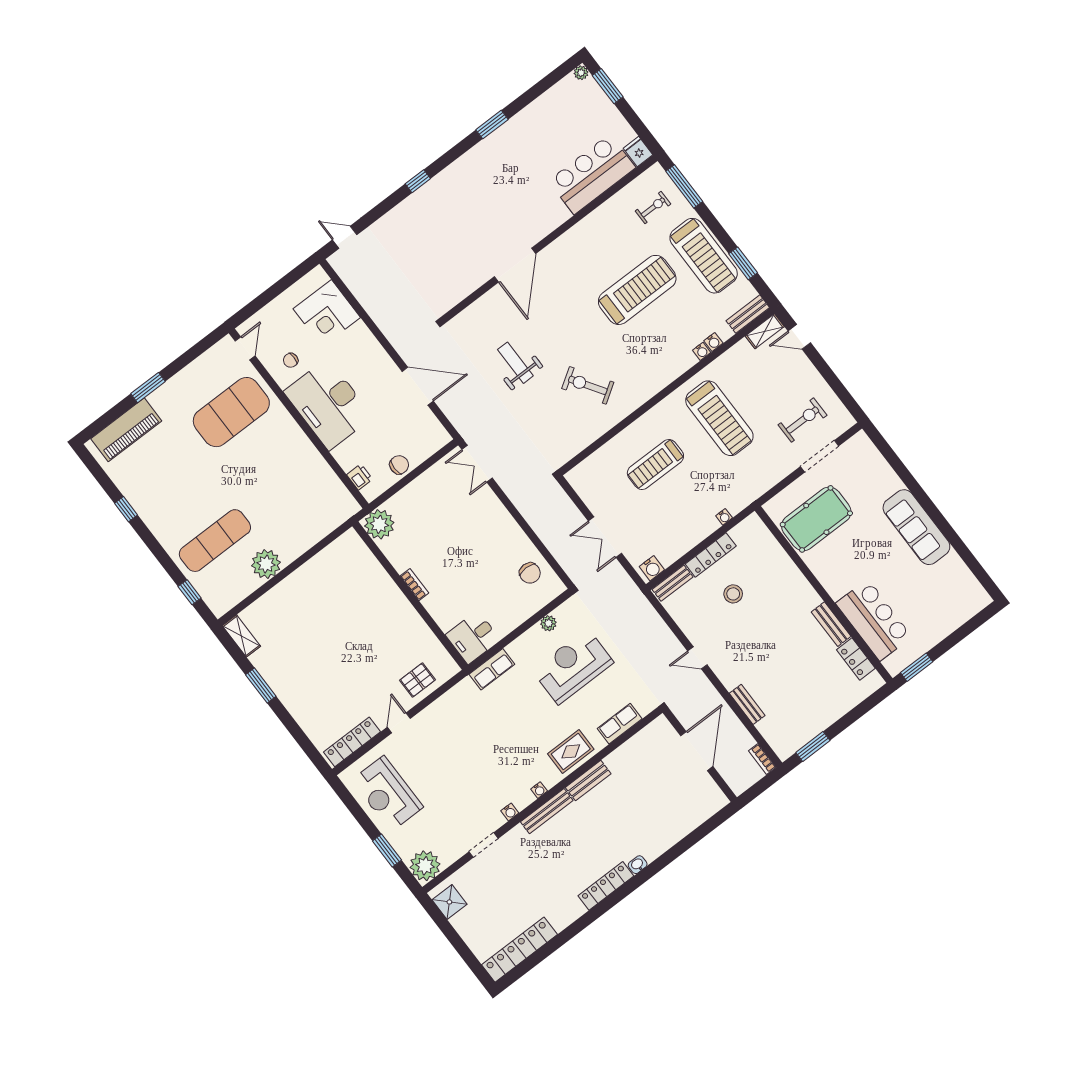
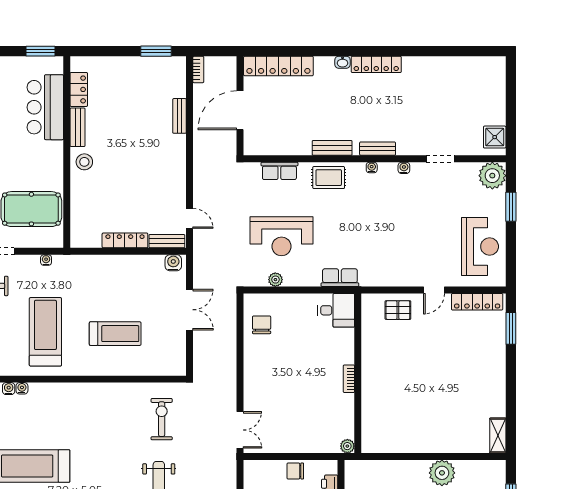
exercise bike: (588, 385) -> (162, 419), moved, turned -147
water cooler: (724, 517) -> (46, 260), moved
plant: (379, 524) -> (347, 446), width x0.53, depth x0.53
stool: (733, 594) -> (84, 162), moved
door: (697, 658) -> (190, 218), moved
window: (261, 685) -> (511, 328), moved
bench: (547, 811) -> (378, 149), width x0.73
locker: (520, 950) -> (278, 66), moved

